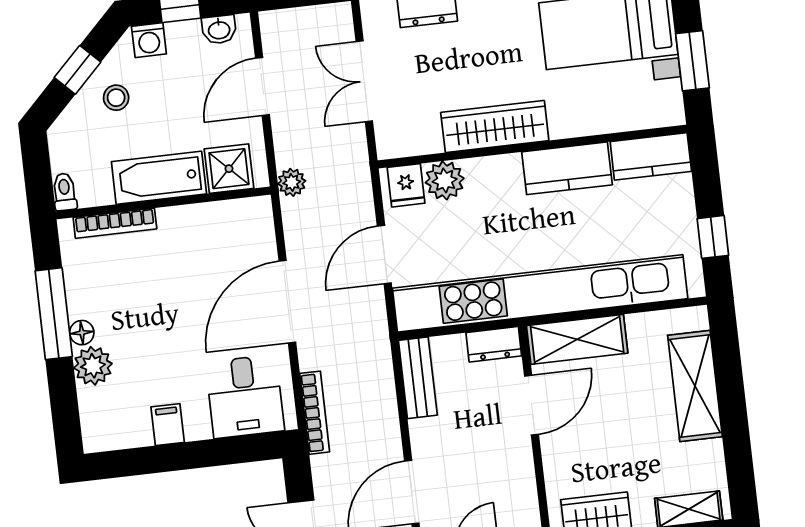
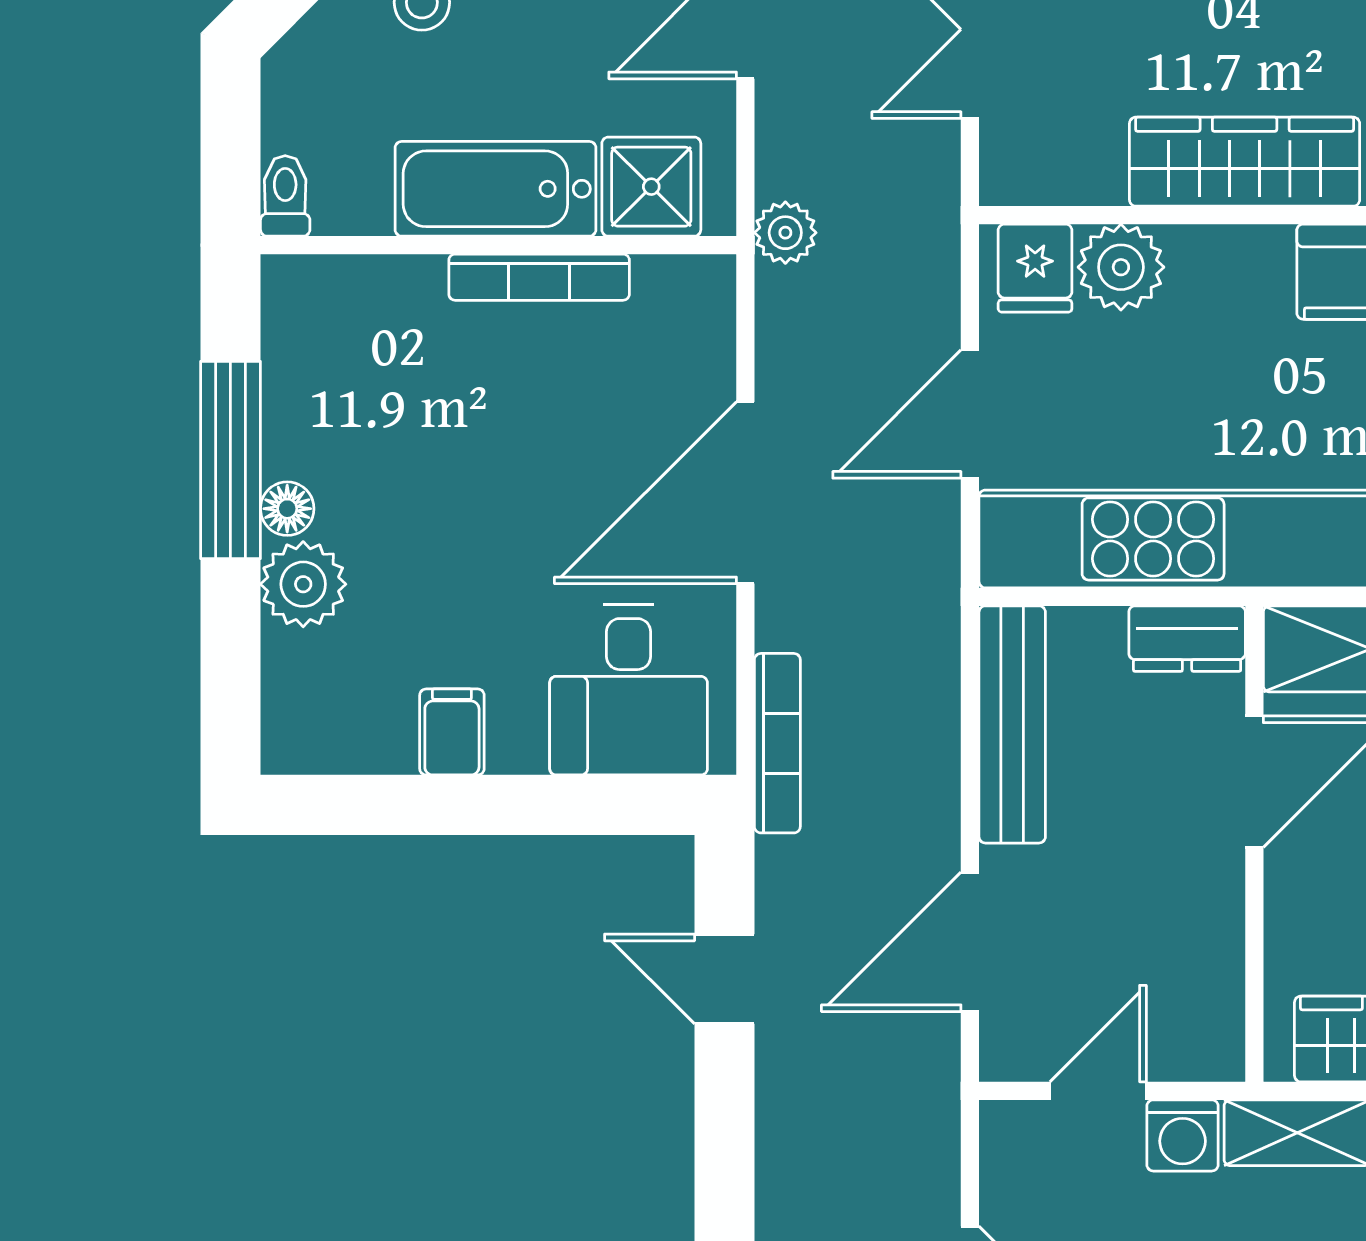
bookcase: (115, 223) -> (539, 277), moved
bench: (418, 378) -> (1012, 724), width x1.36

